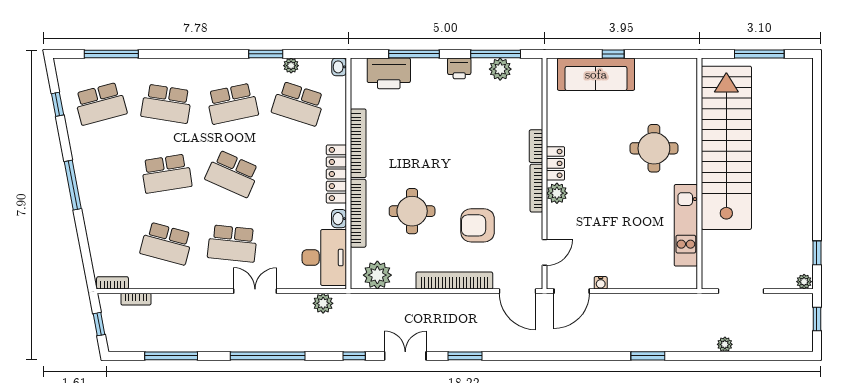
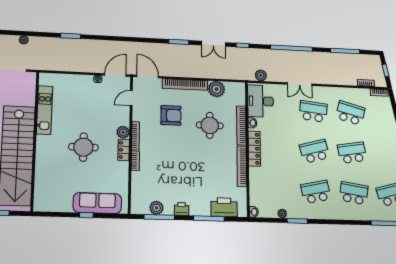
school desk: (298, 104) -> (277, 191), removed
round table: (654, 148) -> (83, 147), moved
school desk: (232, 174) -> (315, 151), turned -39
plant: (377, 275) -> (216, 89), moved

